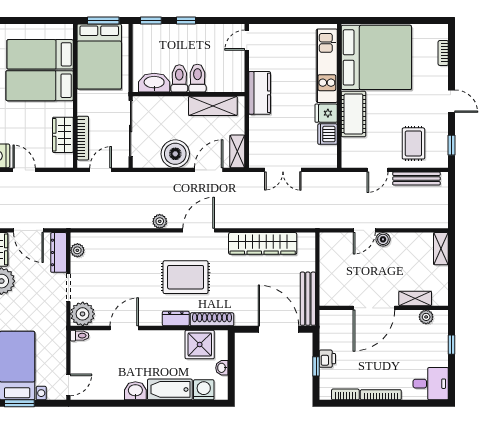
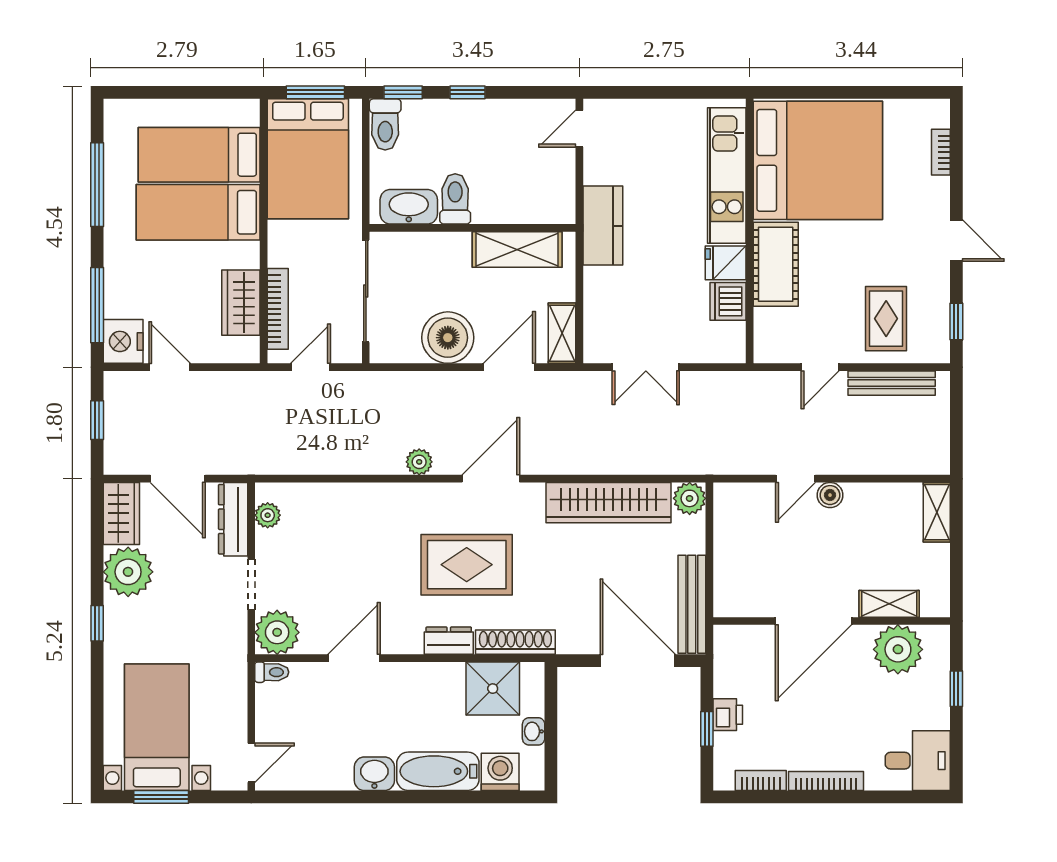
toilet: (197, 78) -> (385, 124), moved, turned 180
plant: (307, 241) -> (690, 498), added
plant: (426, 317) -> (898, 649), width x1.87, depth x1.87

